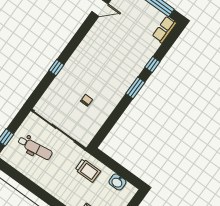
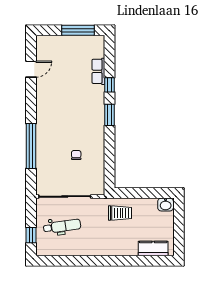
row of seats: (164, 30) -> (98, 71), moved
window: (56, 68) -> (31, 146), width x3.17
washbasin: (117, 182) -> (166, 205), moved

